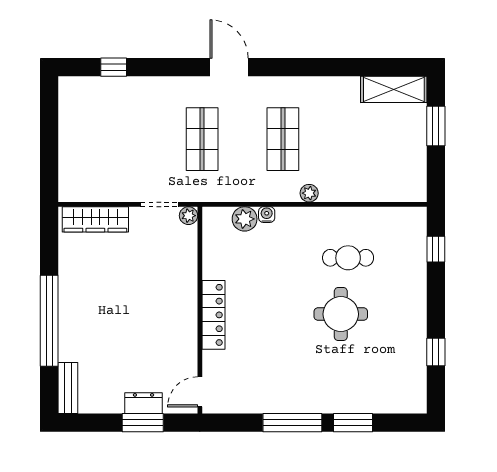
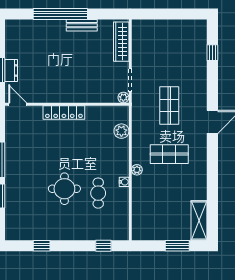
shop shelf: (202, 139) -> (169, 106), turned 90
water cooler: (267, 215) -> (124, 182), moved
bench: (68, 388) -> (82, 25), moved

